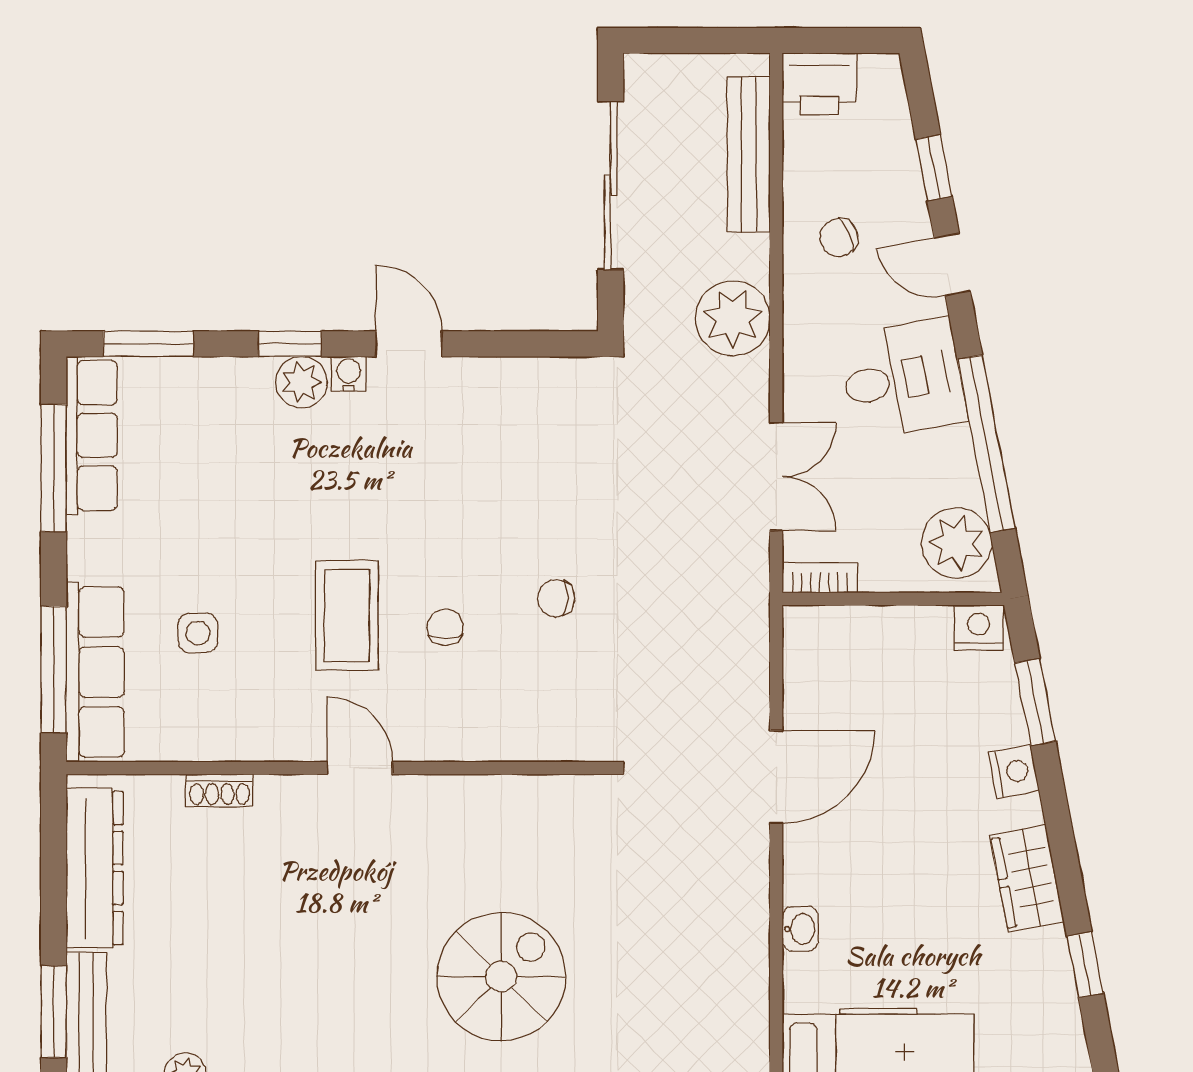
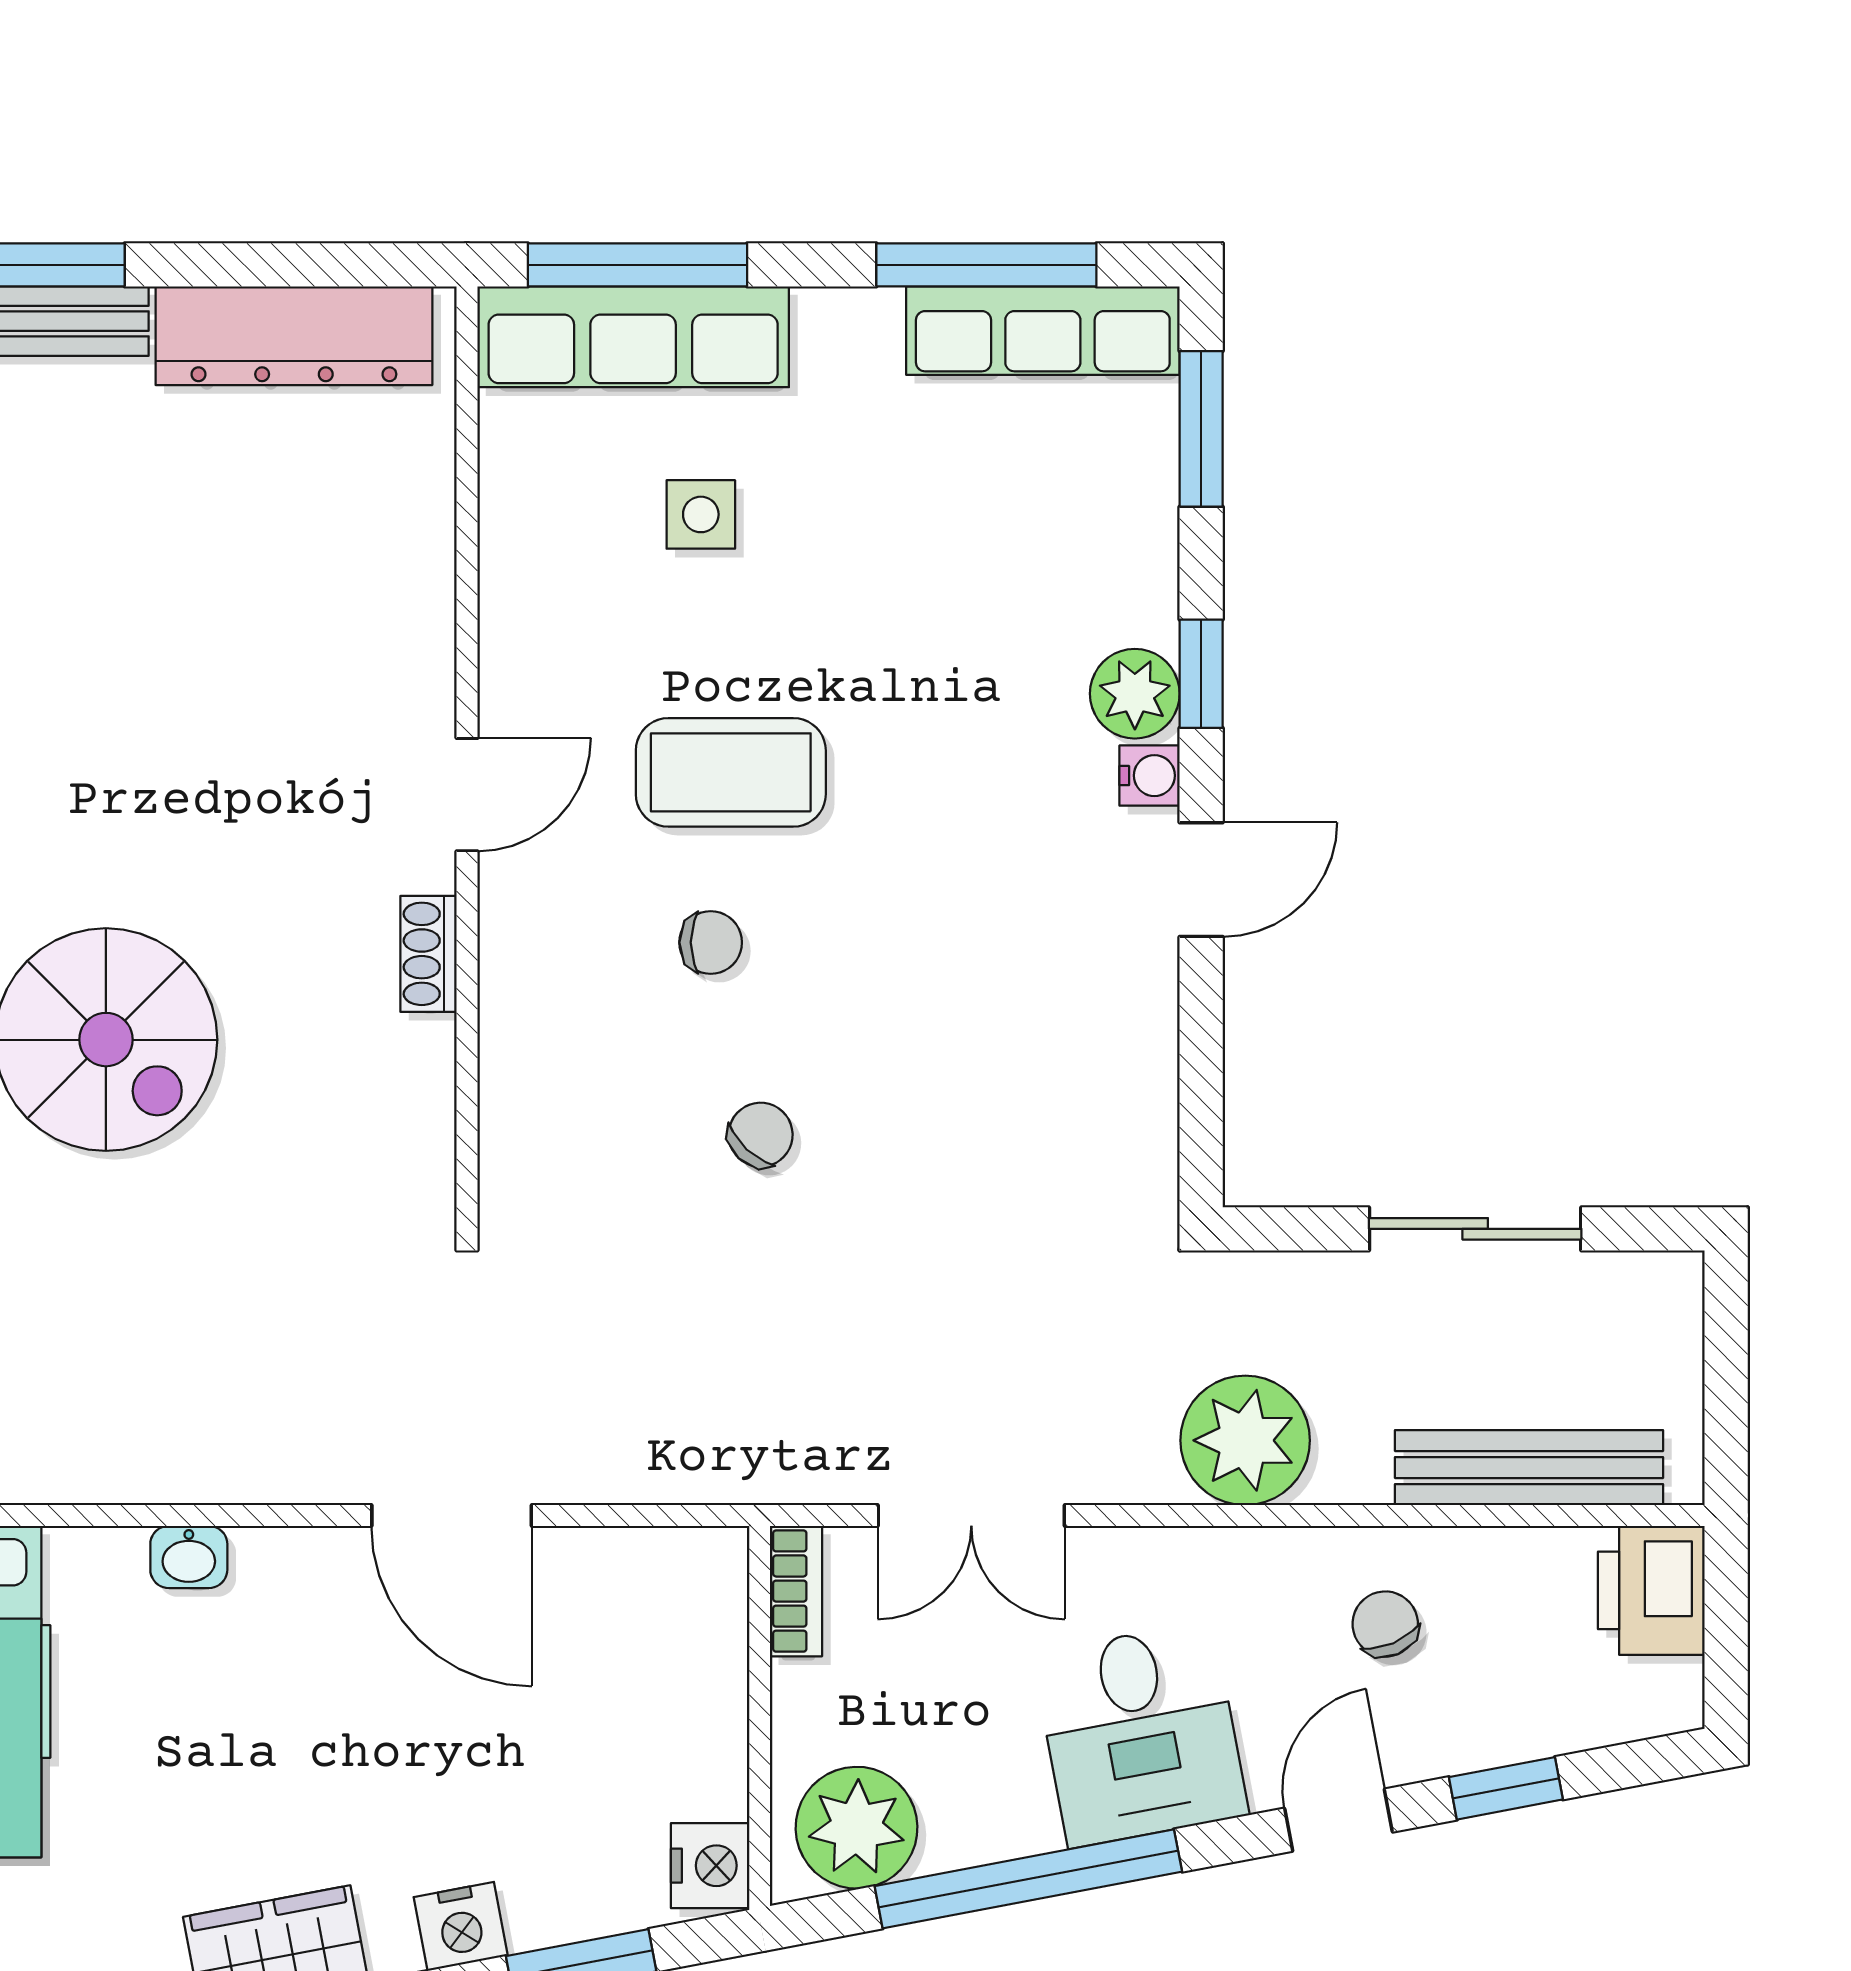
sliding door: (611, 185) -> (1475, 1229), width x0.73
chair: (556, 598) -> (761, 1135), turned 43
shoe rack: (220, 790) -> (428, 954), moved

